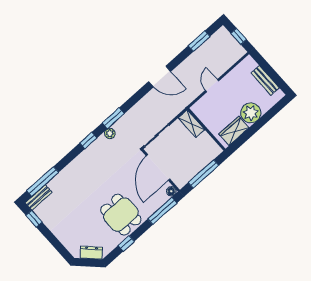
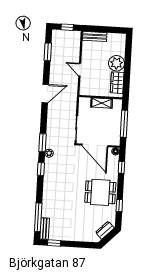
bench: (265, 80) -> (95, 36), moved
shelving: (191, 124) -> (102, 103), moved
window: (162, 211) -> (121, 167), width x0.46

